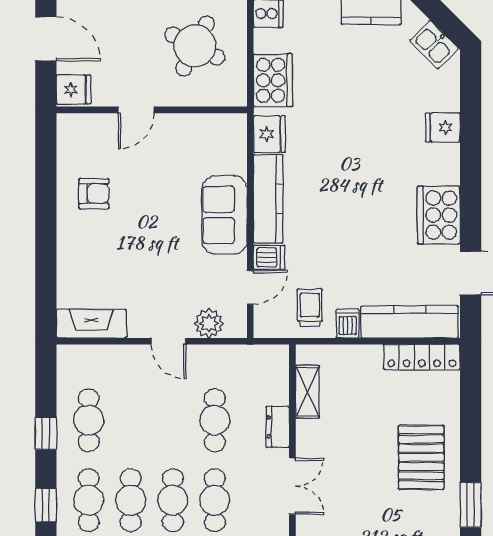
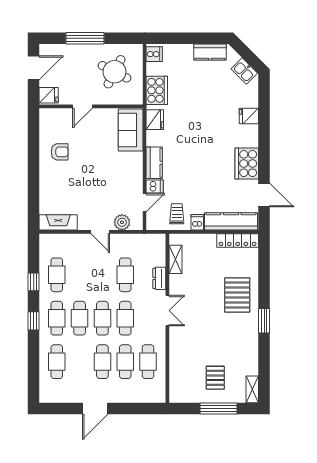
door: (46, 39) -> (34, 68), hinge flipped
kitchen counter: (268, 199) -> (154, 163), width x0.67
sofa: (225, 215) -> (131, 130), moved

